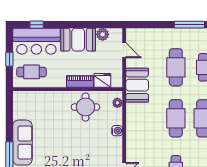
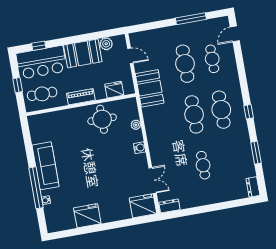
piano: (80, 81) -> (81, 97), moved
plant: (117, 103) -> (136, 125), moved
water cooler: (117, 131) -> (140, 148), moved

